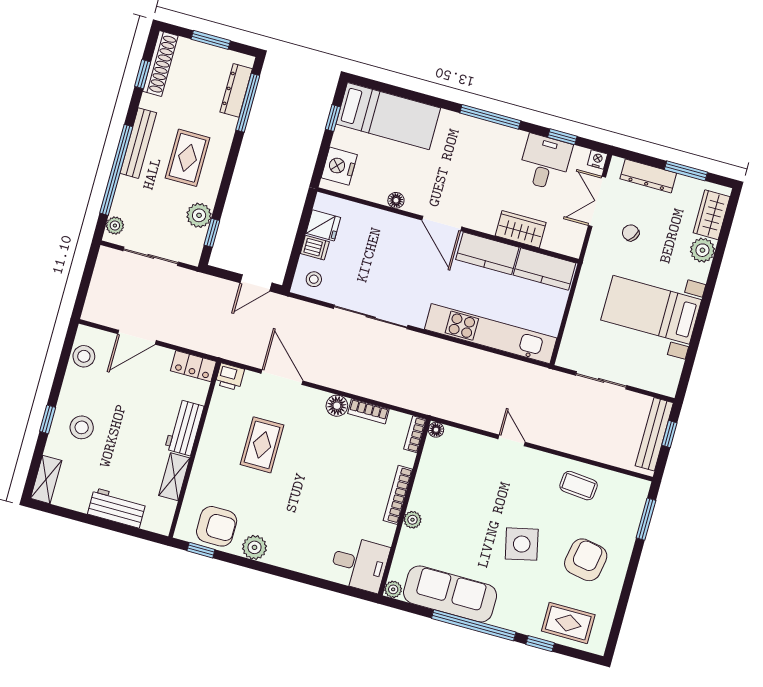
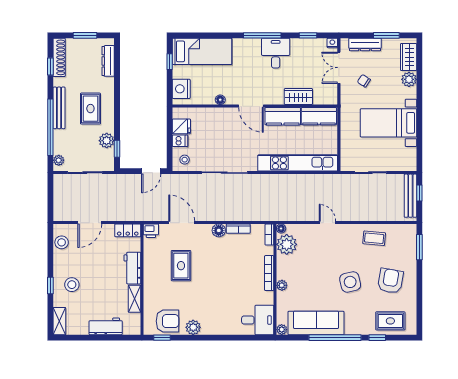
window: (248, 103) -> (117, 66), removed
desk: (545, 162) -> (276, 53), moved
plant: (438, 457) -> (287, 244), added

